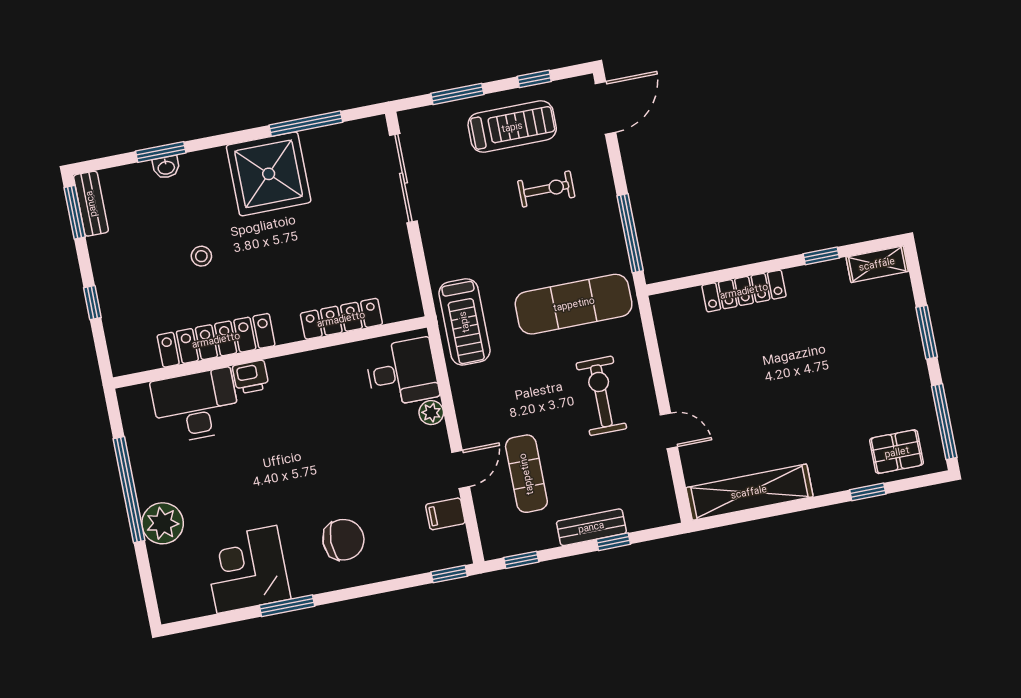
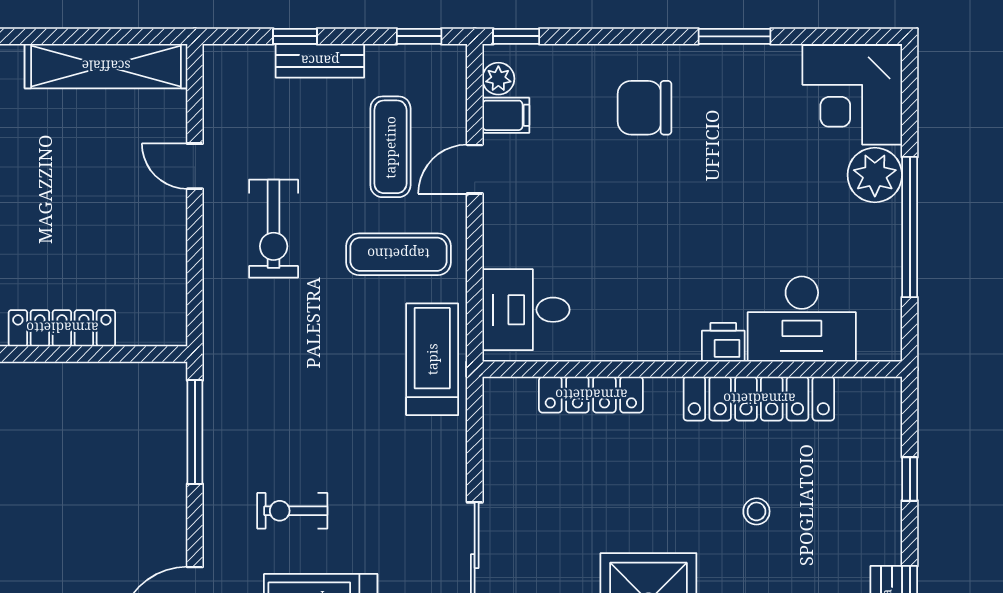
exercise mat: (574, 304) -> (398, 254), moved, width x0.73, depth x0.69
plant: (431, 413) -> (498, 79), moved
corner desk: (247, 569) -> (852, 95), moved, turned 90

